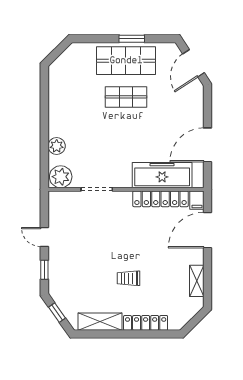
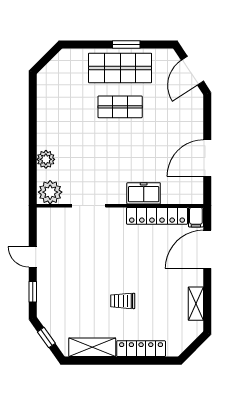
freezer: (162, 175) -> (144, 193), width x0.52, depth x0.79

